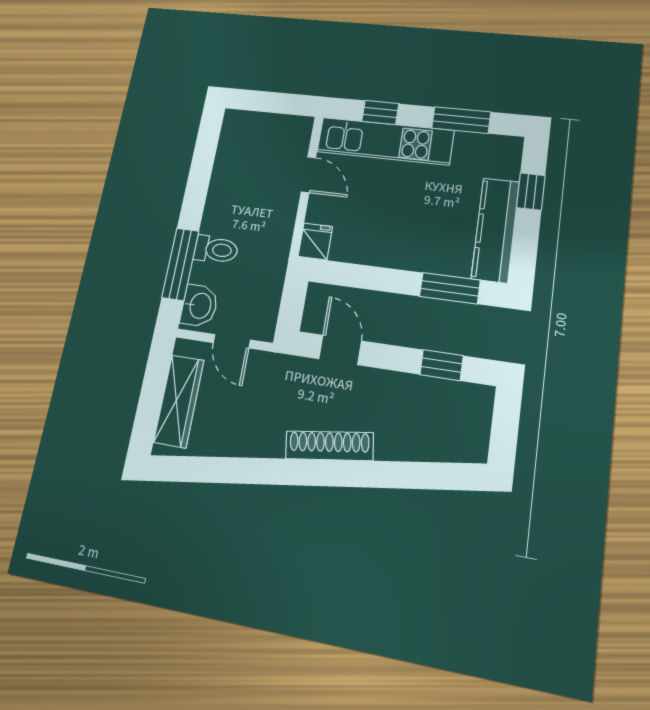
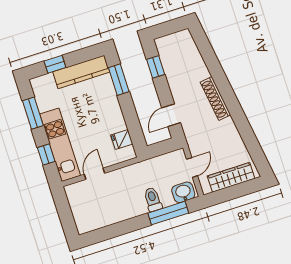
fridge: (315, 242) -> (122, 140), moved

